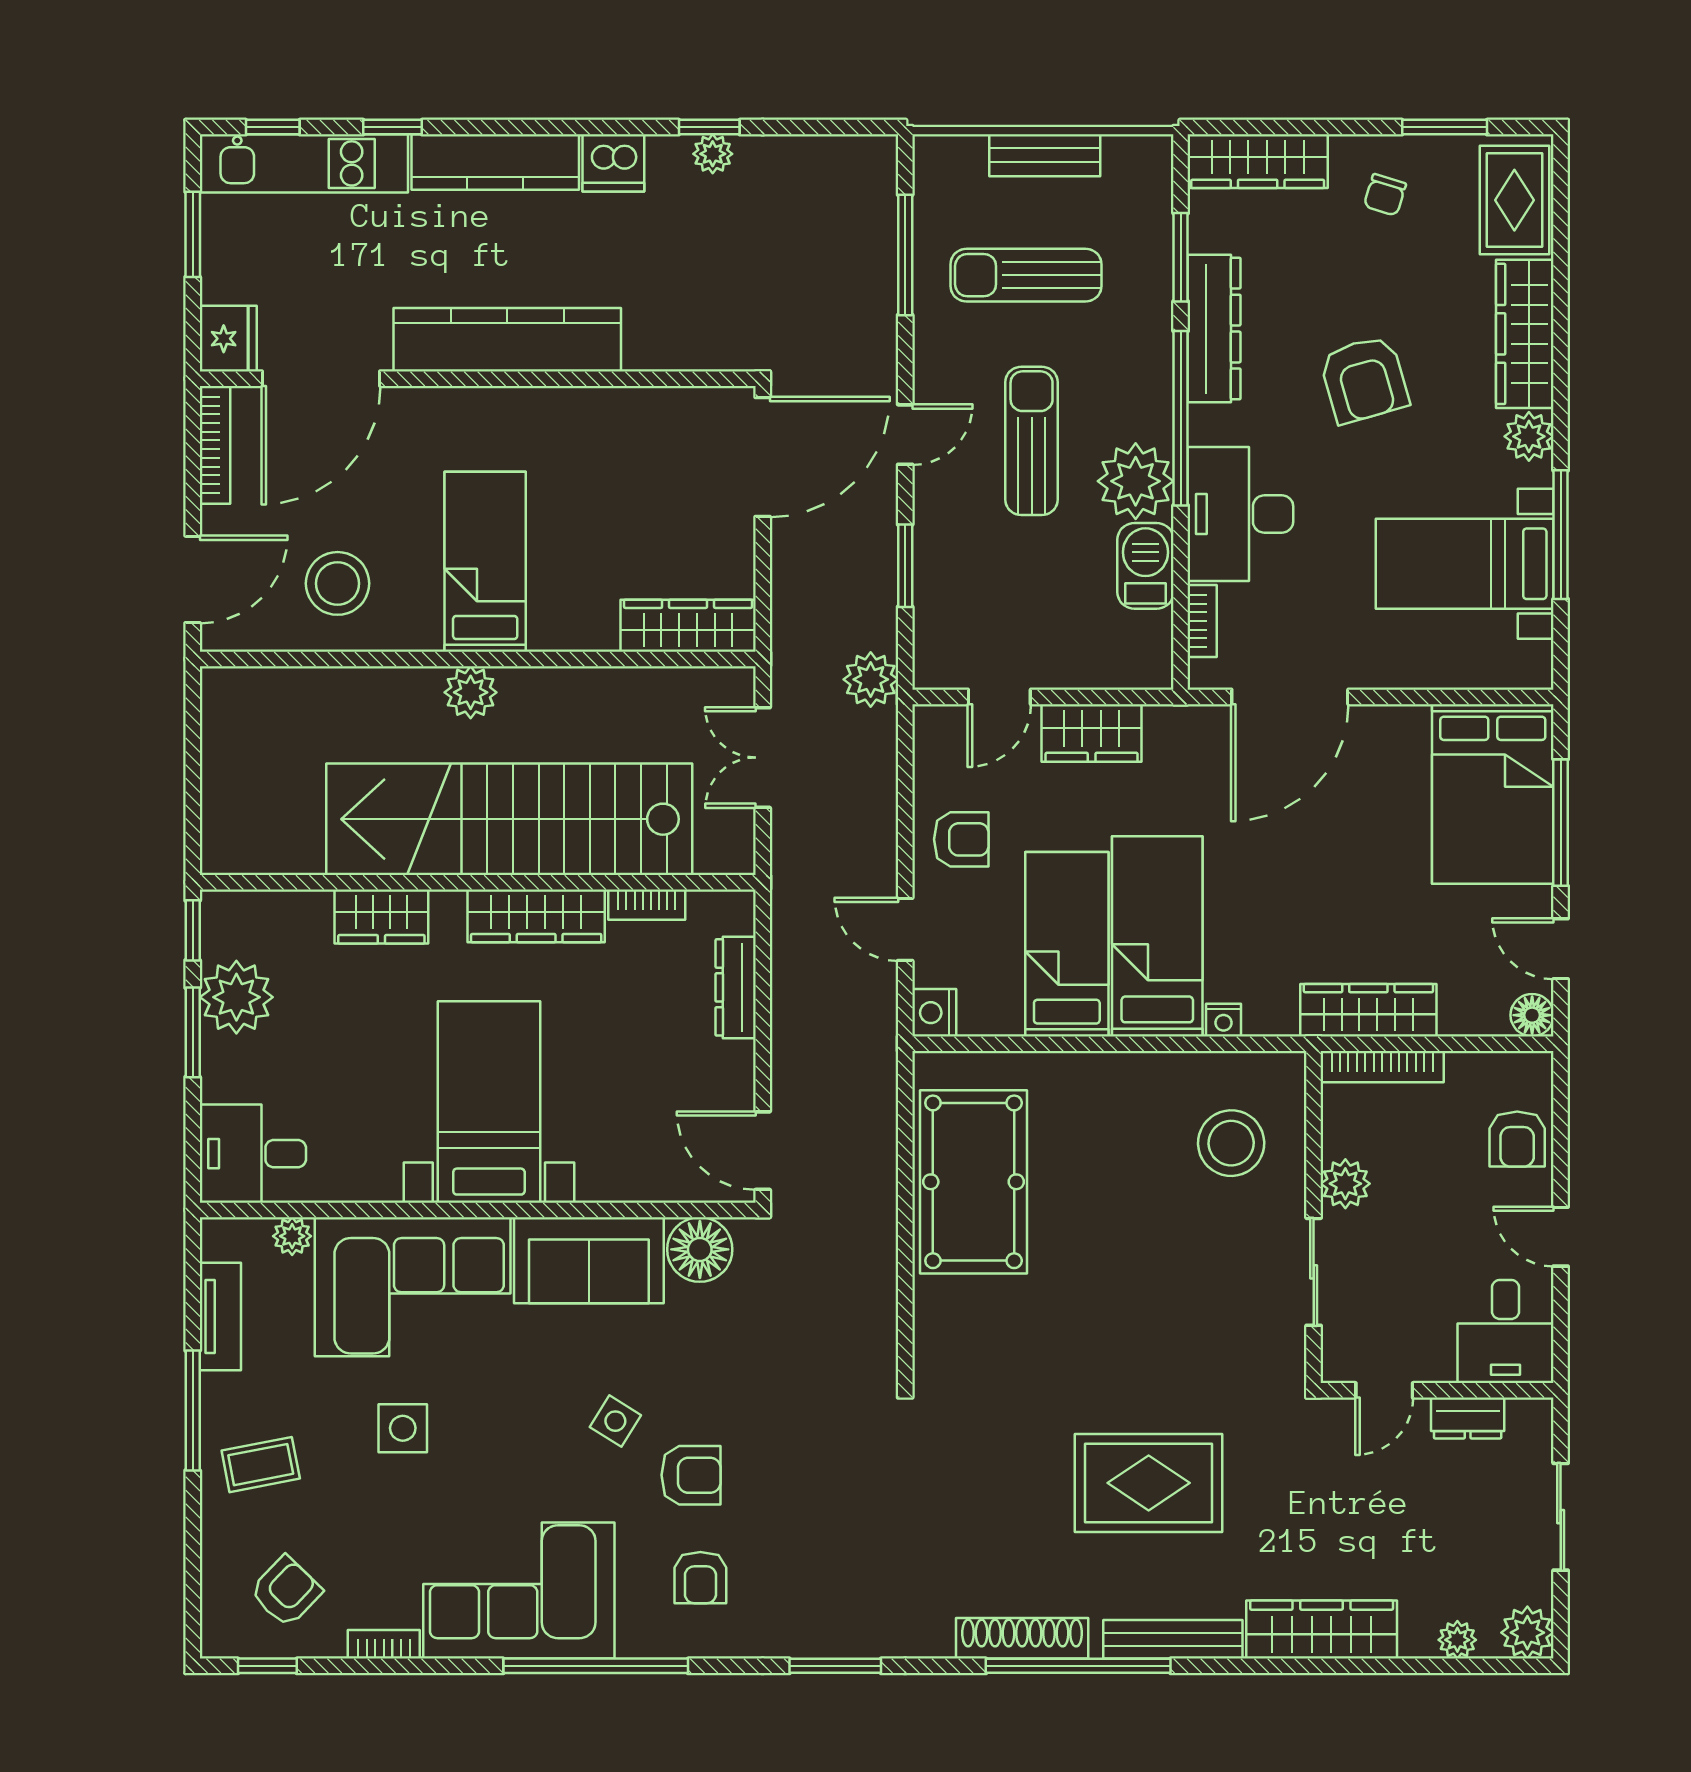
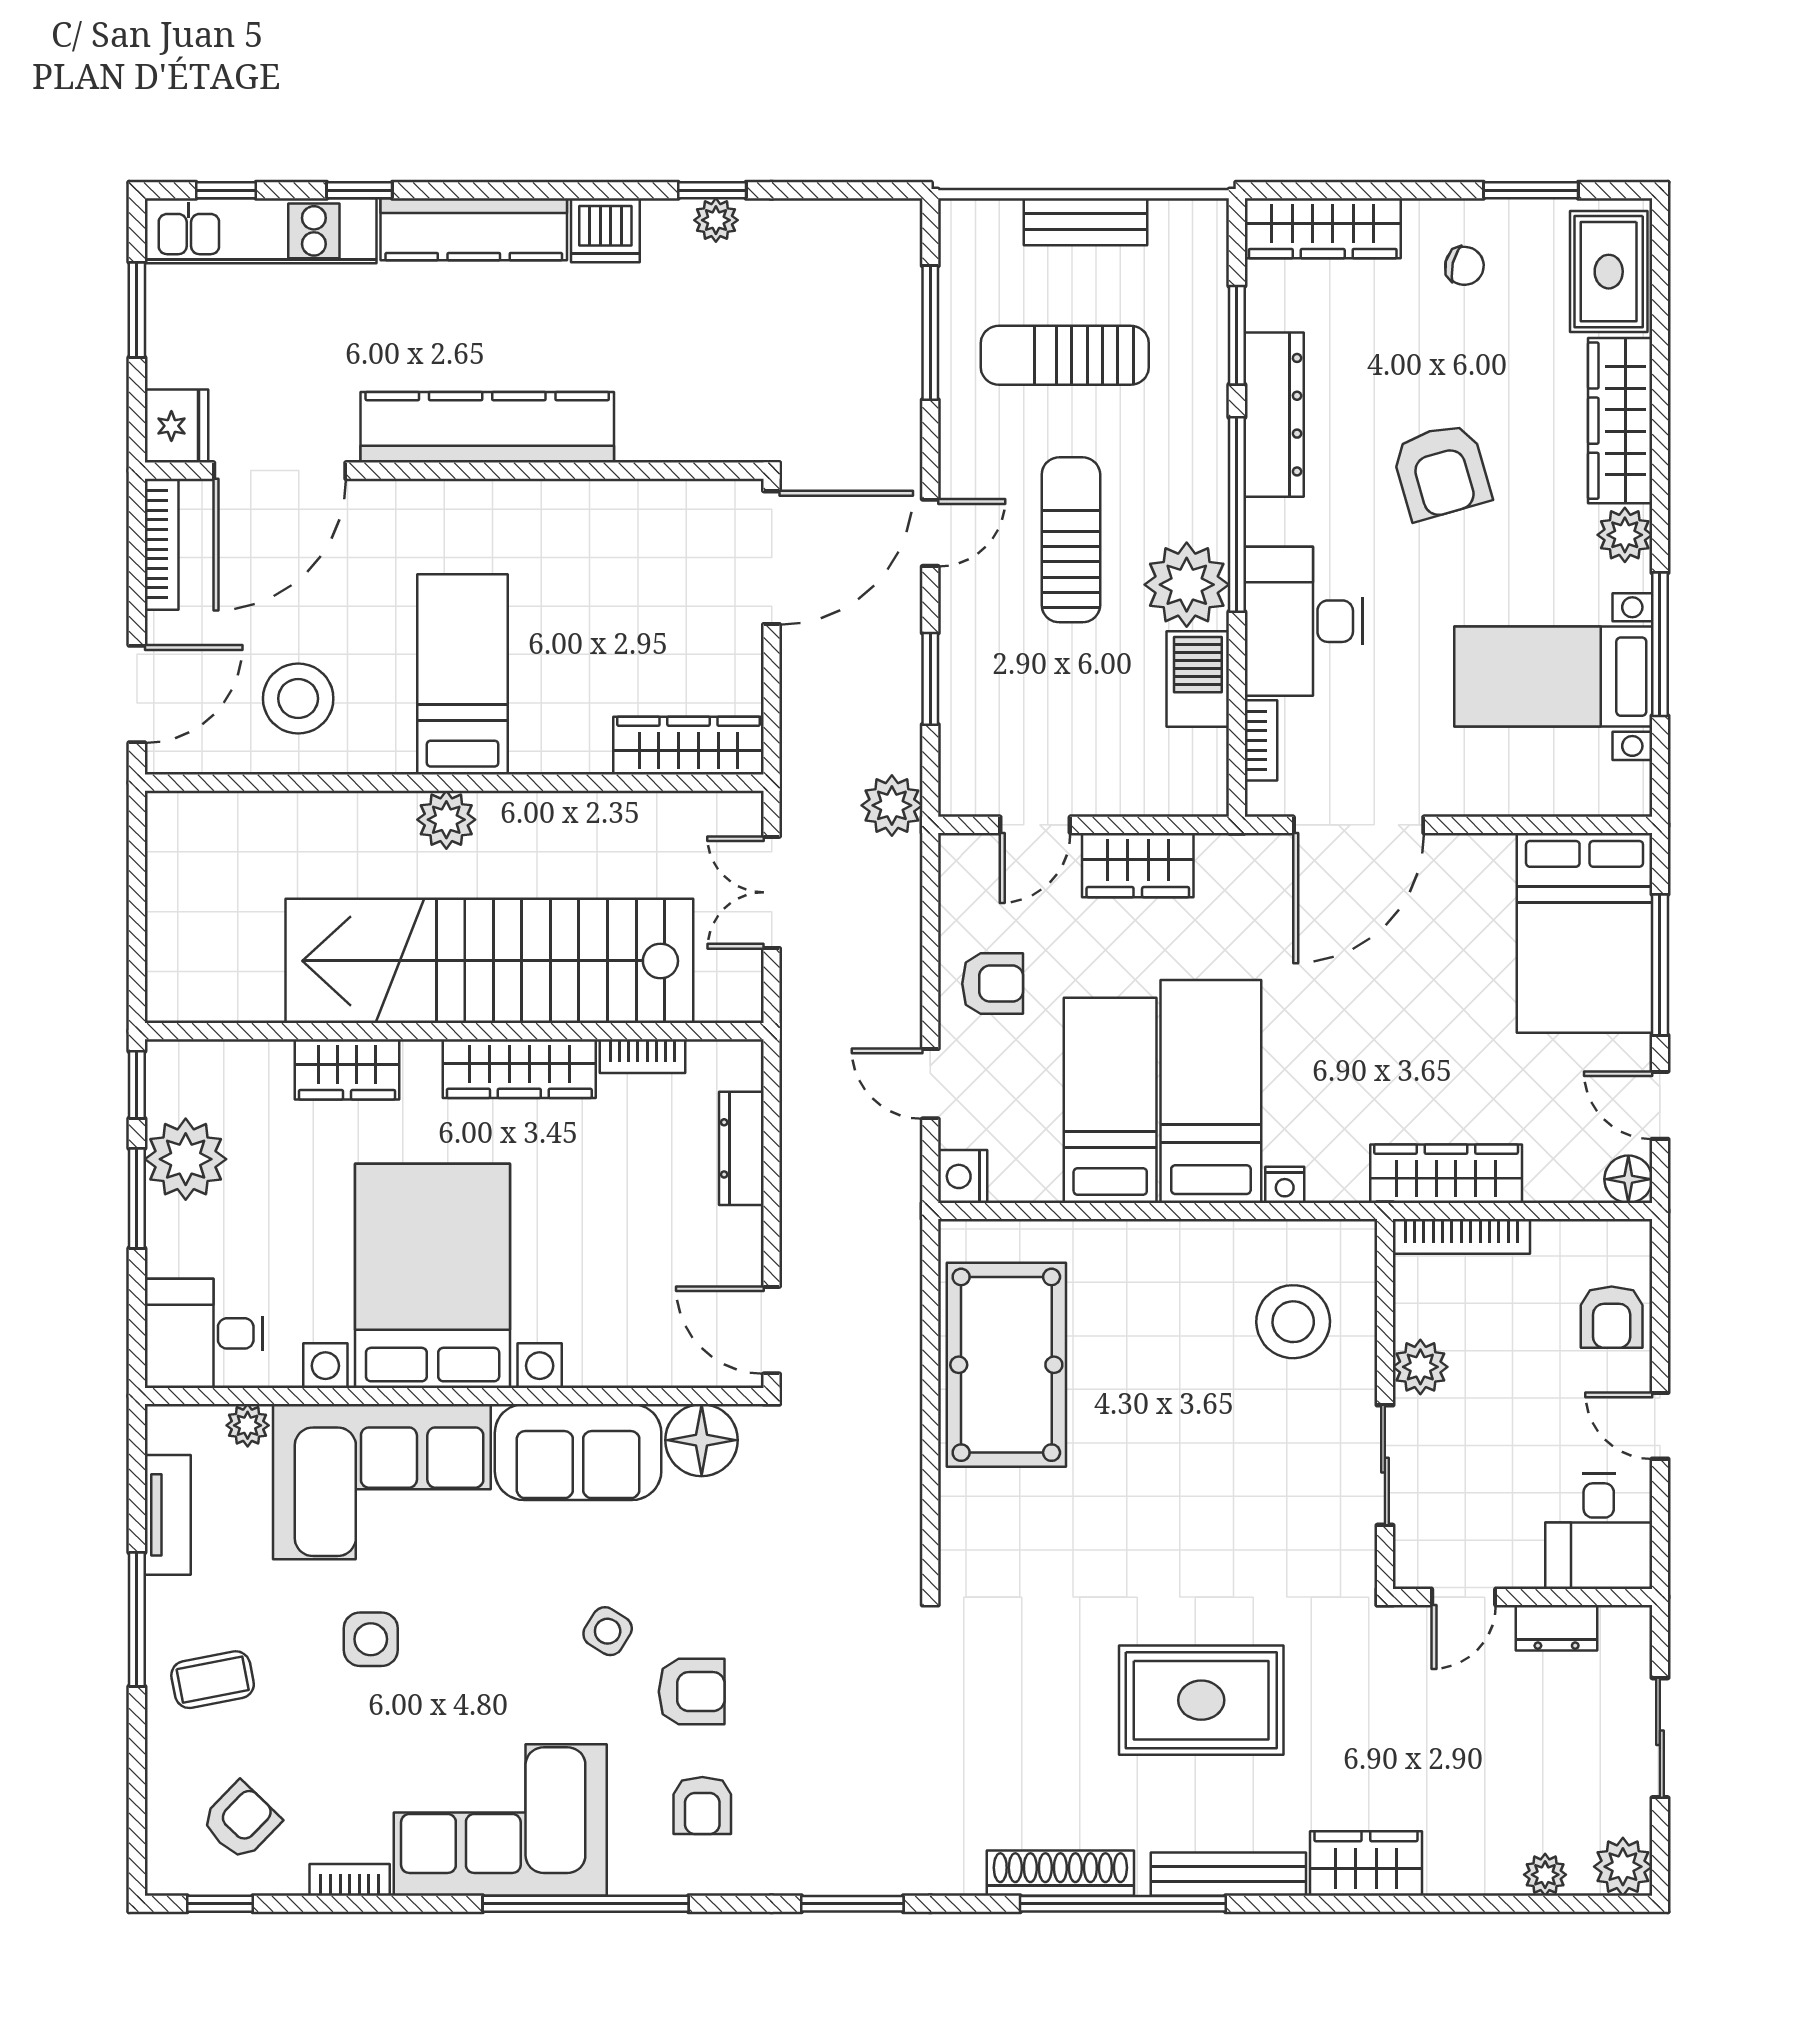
chair: (1385, 195) -> (1464, 266), turned -93
bed with nightstands: (489, 1102) -> (433, 1276), width x1.36
wardrobe: (1322, 1630) -> (1366, 1863), width x0.67

